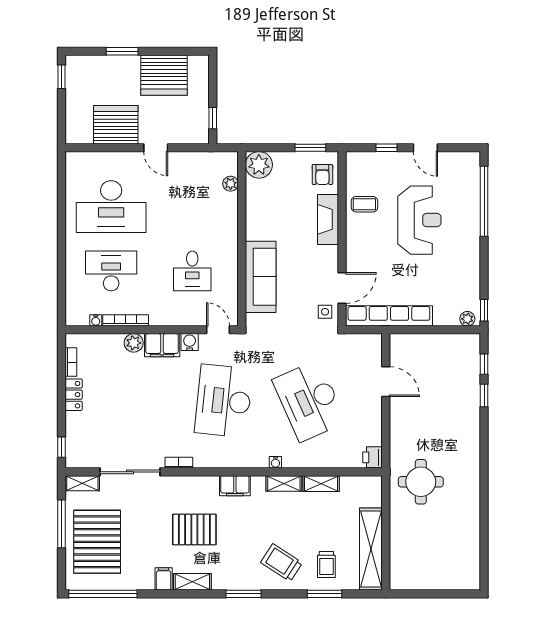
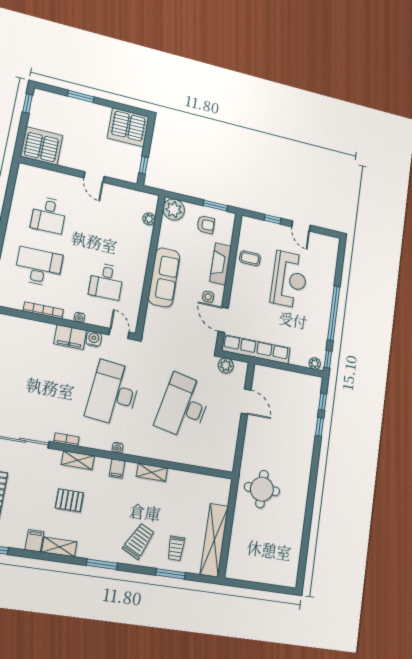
server rack: (164, 75) -> (128, 127), moved
server rack: (116, 125) -> (42, 146), moved
armchair: (322, 175) -> (206, 225), moved, turned -90
window: (484, 201) -> (334, 313), moved
desk: (111, 207) -> (49, 215), width x0.53, depth x0.77
sofa: (261, 277) -> (164, 277), moved
door: (342, 288) -> (223, 320), swing flipped
side table: (325, 312) -> (208, 297), moved
water cooler: (96, 320) -> (79, 317), moved
plant: (134, 343) -> (226, 365), moved
desk: (309, 401) -> (184, 406), turned 36
printer: (372, 457) -> (227, 462), removed
water cooler: (275, 462) -> (117, 448), moved
shelving: (321, 484) -> (78, 460), moved
filing cabinet: (235, 486) -> (117, 469), width x0.50
pallet: (194, 529) -> (69, 500), width x0.67, depth x0.71
trolley: (282, 563) -> (139, 541), turned 83

